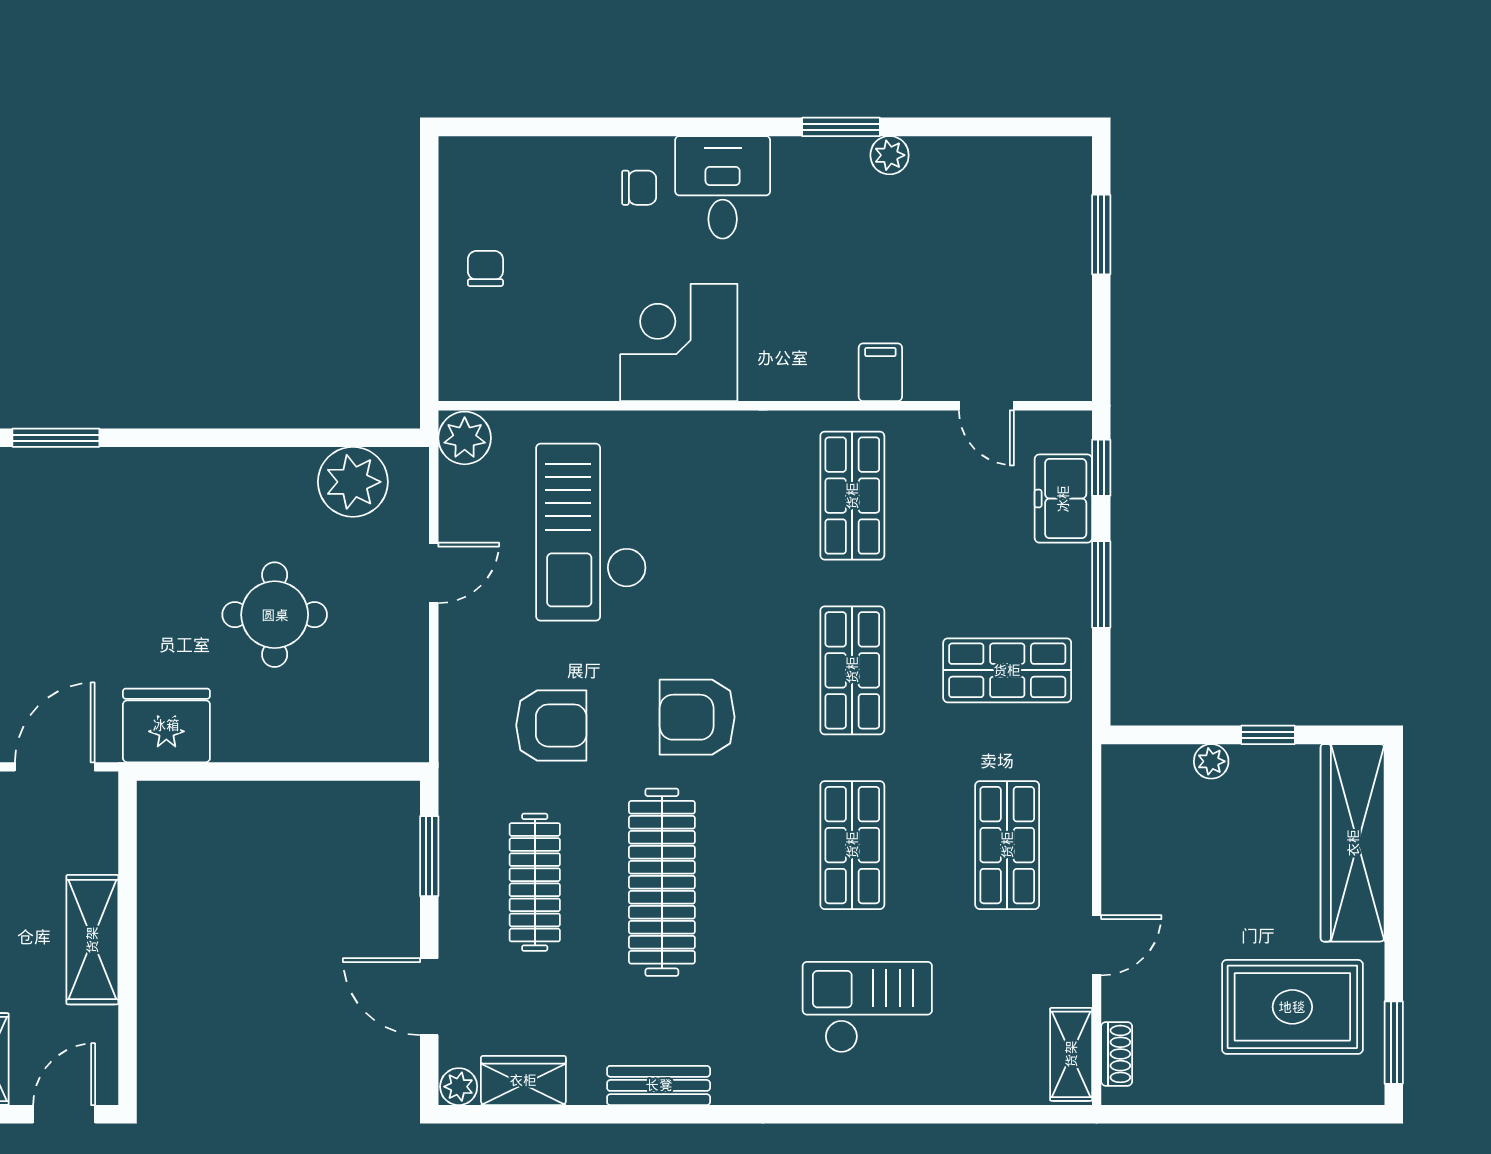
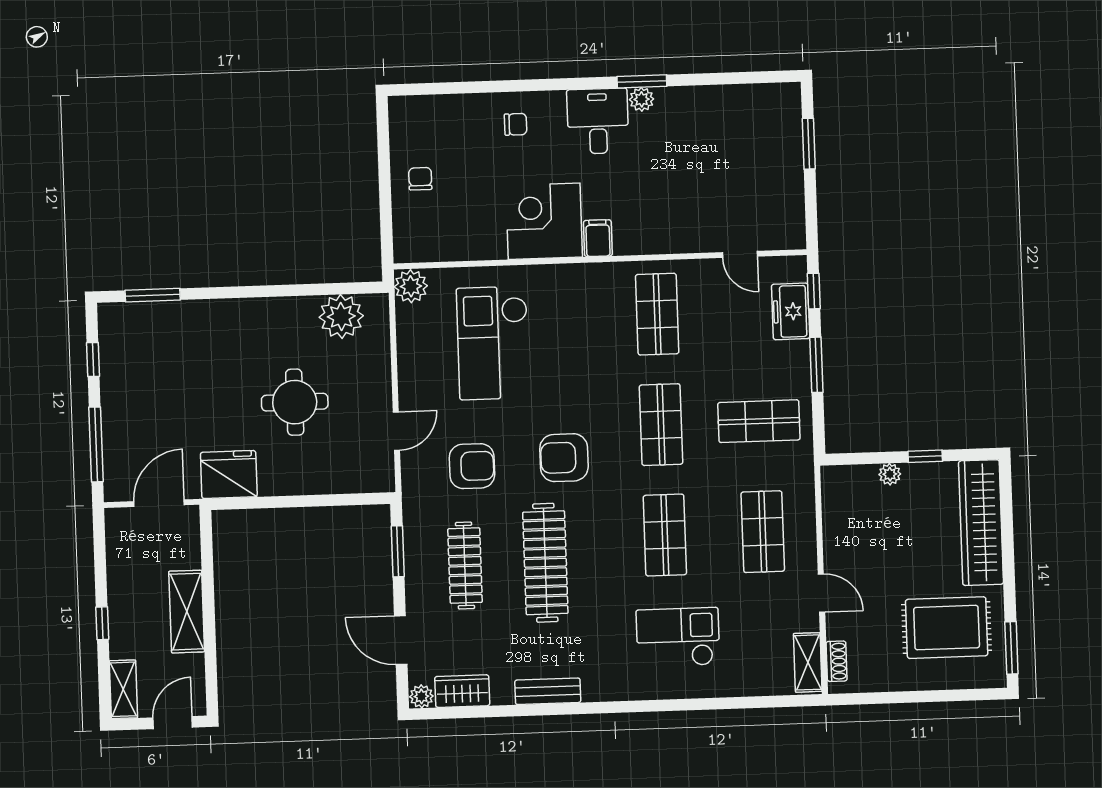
plant: (890, 155) -> (642, 99), moved
desk: (723, 187) -> (598, 121), moved
filing cabinet: (880, 372) -> (598, 238), moved
door: (434, 573) -> (396, 431), moved
door: (1097, 945) -> (821, 593), hinge flipped

